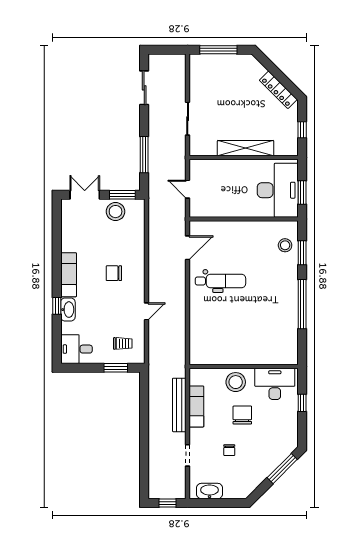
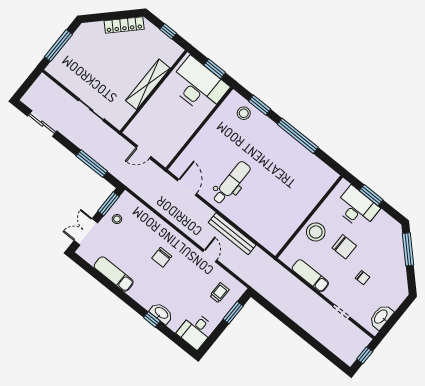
stool: (116, 212) -> (117, 219), width x0.53, depth x0.53
exam couch: (69, 275) -> (114, 274), moved
desk: (275, 384) -> (357, 208), moved, turned 90
window: (302, 403) -> (371, 195), width x1.50
bench: (179, 405) -> (232, 234), moved
chair: (242, 415) -> (344, 247), turned 180

